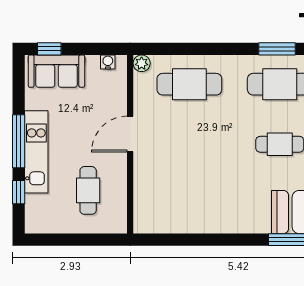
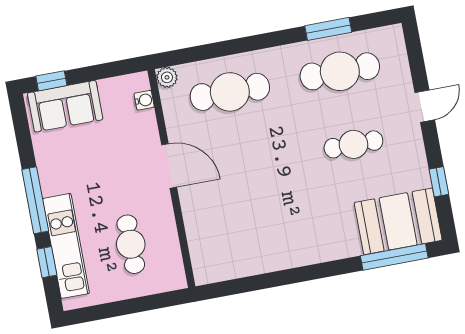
water cooler: (108, 62) -> (144, 100), moved, turned 90
door: (130, 134) -> (169, 166), swing flipped
kitchen unit: (36, 152) -> (66, 246), moved

